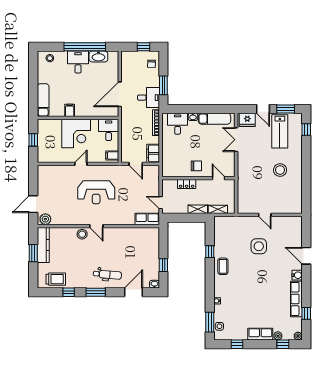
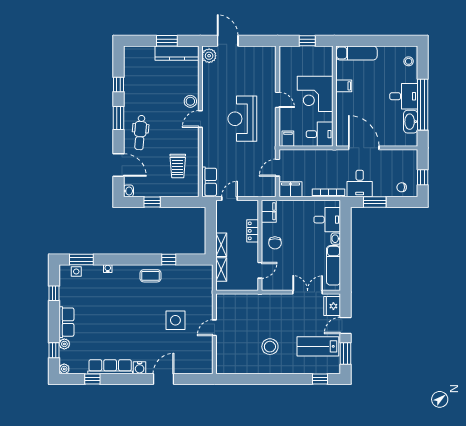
filing cabinet: (171, 171) -> (269, 211), added
trolley: (56, 279) -> (178, 166), moved

